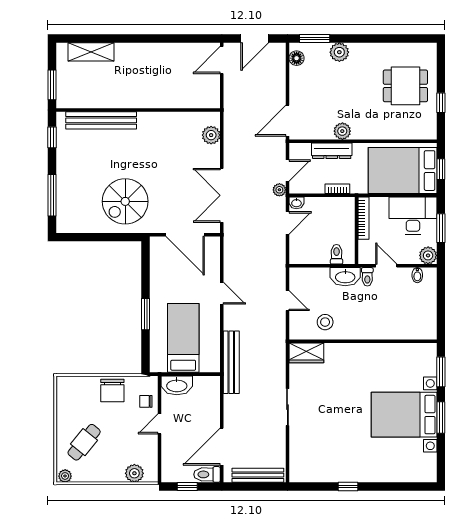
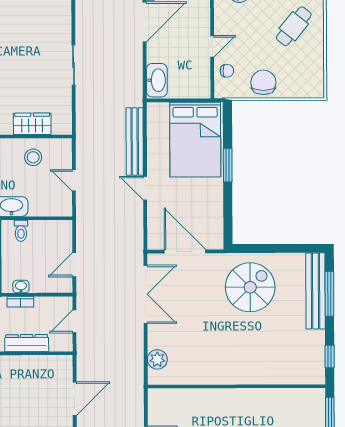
bench: (101, 120) -> (315, 291), moved, turned 90
door: (287, 121) -> (75, 399), moved
plant: (342, 131) -> (15, 364), removed
plant: (279, 190) -> (83, 300), removed
washbasin: (296, 203) -> (21, 287), moved
bed: (183, 338) -> (195, 140), width x1.50
wardrobe: (306, 353) -> (32, 124), moved
bench: (231, 362) -> (135, 141), moved
washbasin: (177, 385) -> (157, 80), moved, turned 90

